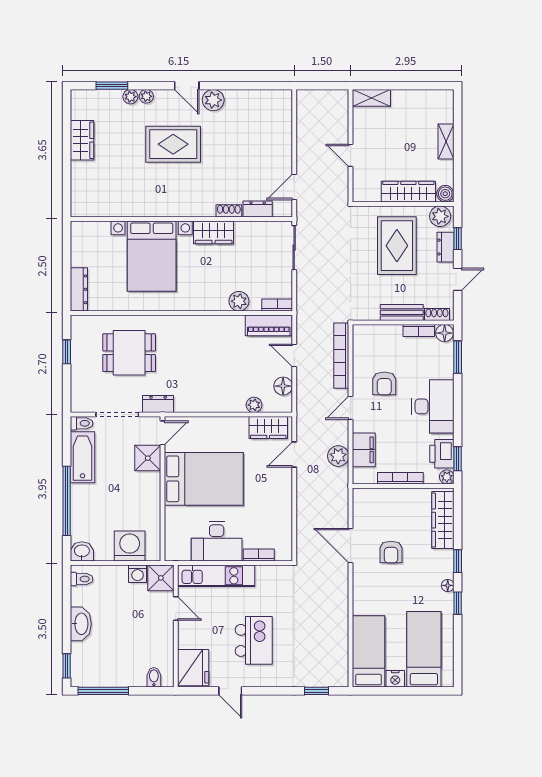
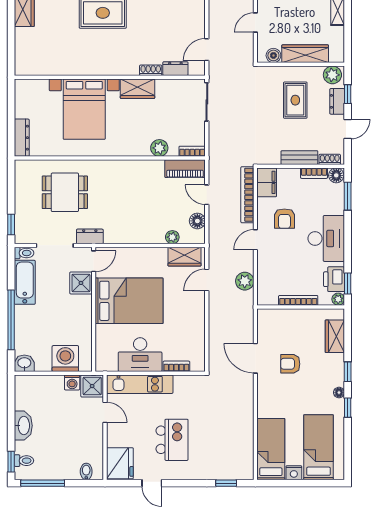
door: (351, 155) -> (255, 23), hinge flipped
boiler: (445, 194) -> (273, 55), moved
rug: (397, 246) -> (295, 100), width x0.73, depth x0.70
window: (67, 352) -> (11, 225), moved
filing cabinet: (364, 450) -> (267, 182), moved
wardrobe: (443, 520) -> (335, 336), width x0.67
armchair: (391, 552) -> (290, 364), turned 90
toilet: (82, 579) -> (24, 461), moved

